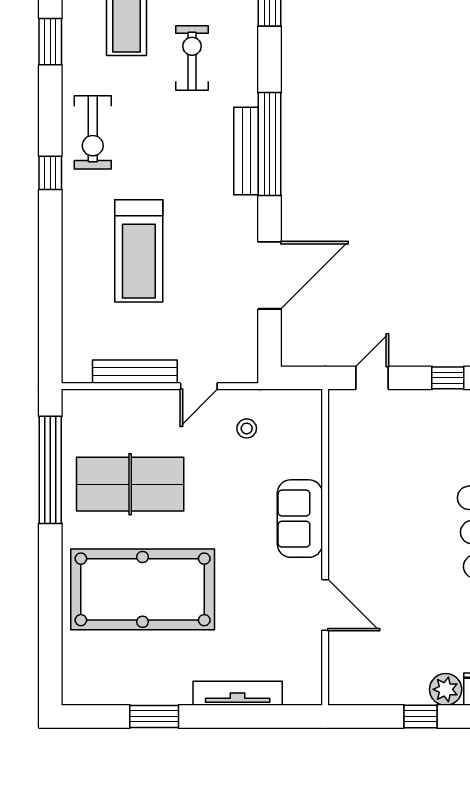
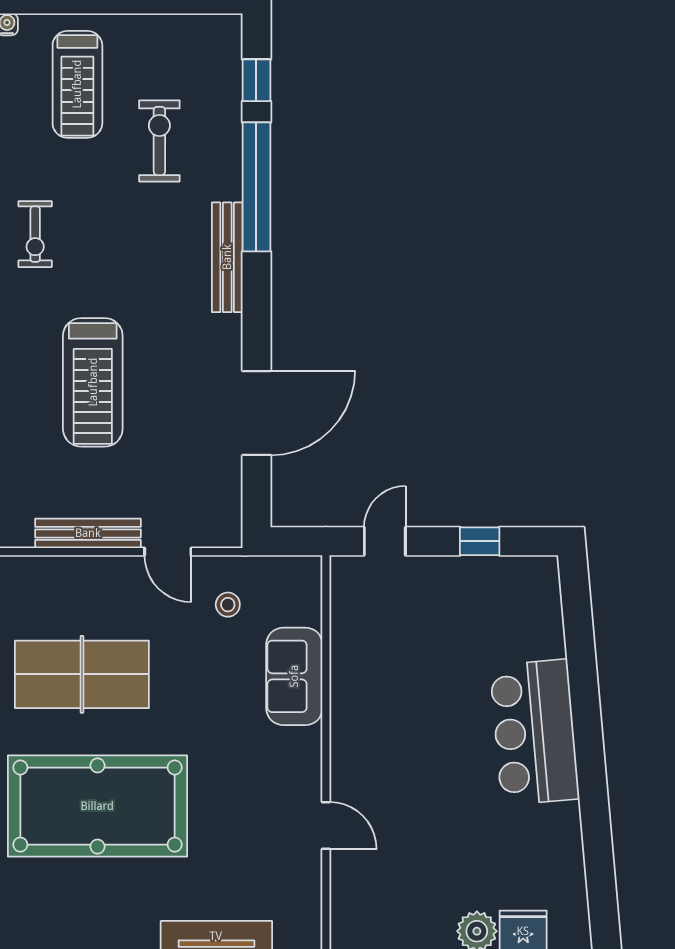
exercise bike: (93, 132) -> (35, 234), width x0.73, depth x0.72
window: (270, 144) -> (256, 187), moved
door: (199, 386) -> (168, 552), hinge flipped
sofa: (300, 519) -> (294, 676), moved
door: (325, 605) -> (326, 825), width x0.73

